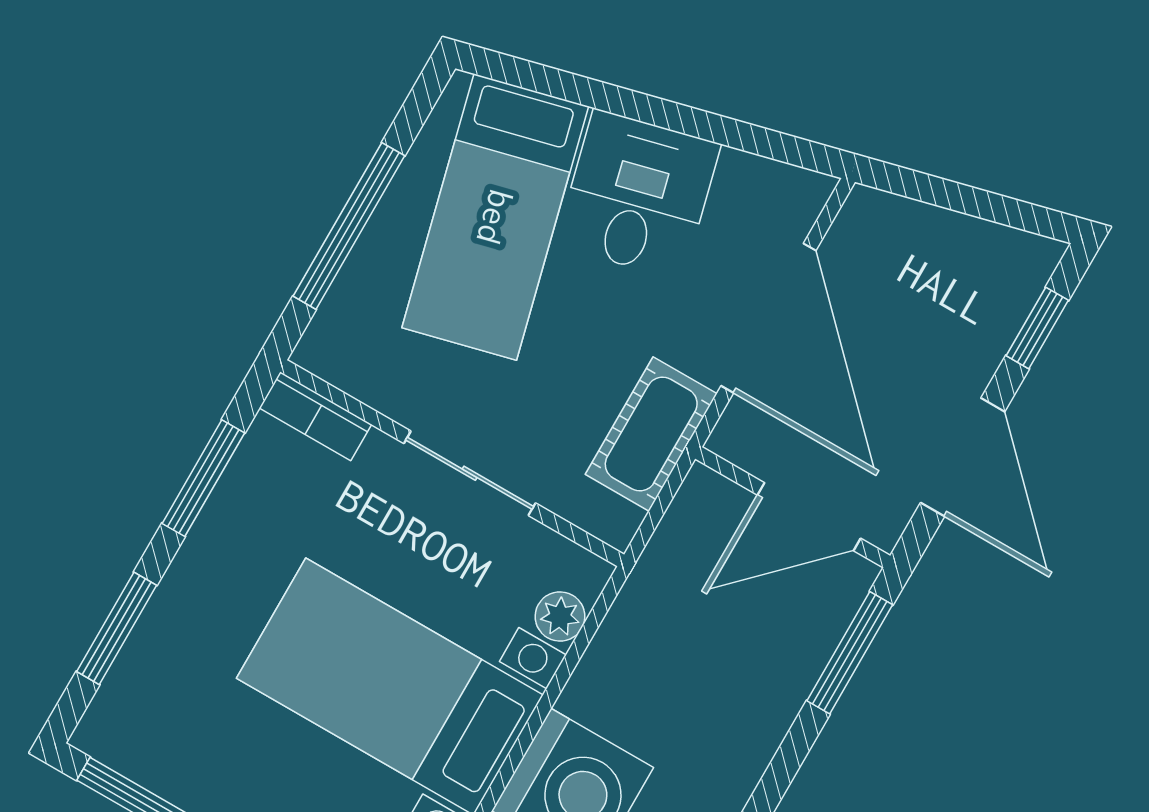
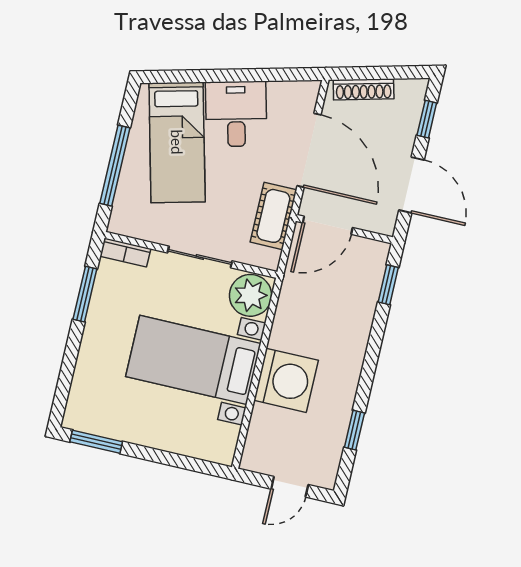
shoe rack: (923, 224) -> (364, 89), added
door: (809, 517) -> (328, 225), moved
plant: (560, 616) -> (251, 295), width x1.88, depth x1.88
window: (117, 628) -> (67, 371), removed
window: (850, 653) -> (388, 285), width x0.67

